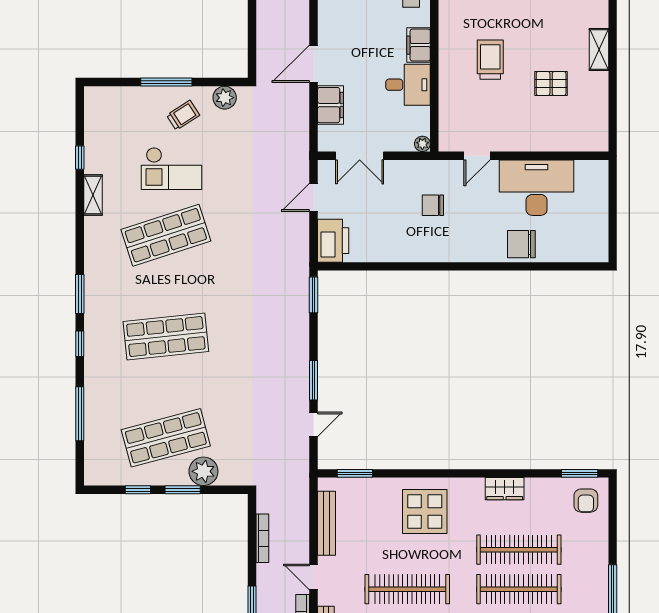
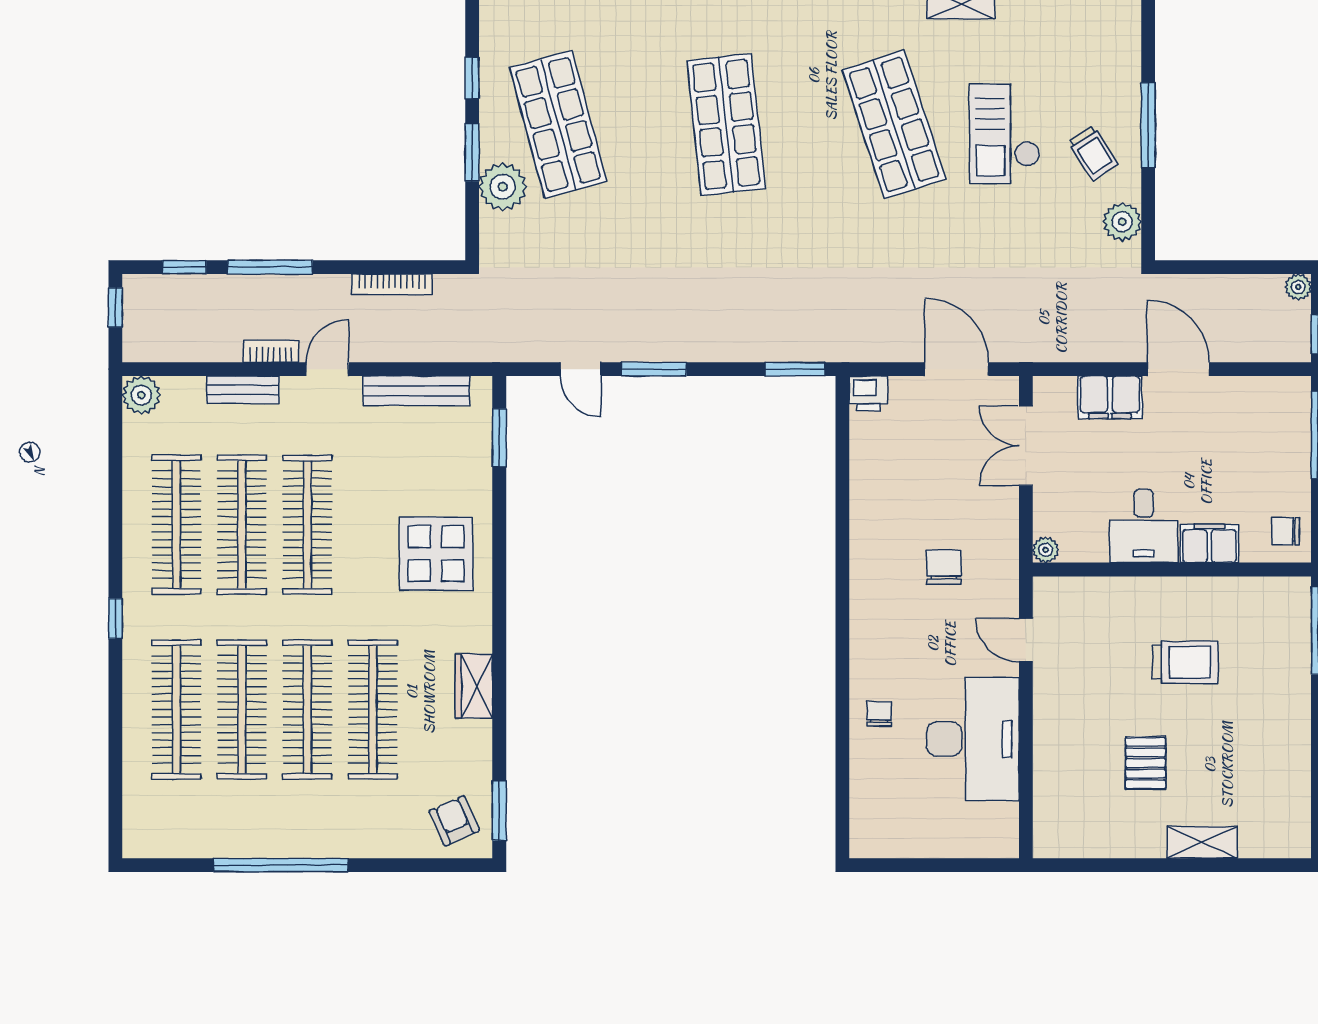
door: (313, 197) -> (957, 369), width x1.38
printer: (333, 241) -> (868, 393), width x0.53, depth x0.68
chair: (521, 244) -> (879, 714), width x0.54, depth x0.54
armchair: (586, 501) -> (454, 821), turned 66

